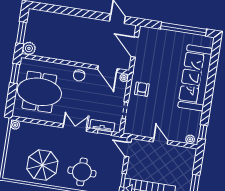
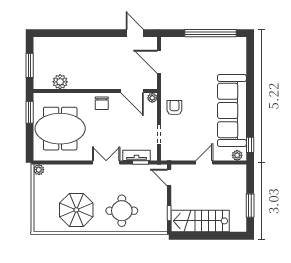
plant: (29, 48) -> (60, 82), moved
sofa: (195, 78) -> (232, 110), moved
door: (161, 141) -> (204, 162), hinge flipped

